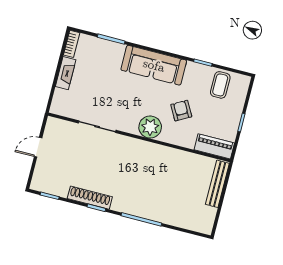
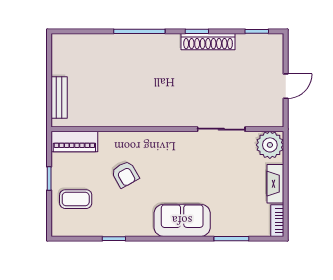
sofa: (154, 65) -> (182, 220), width x0.73
coffee table: (220, 85) -> (76, 199), moved, turned 90
plant: (150, 127) -> (270, 145), moved
bench: (217, 184) -> (59, 97), width x0.73

